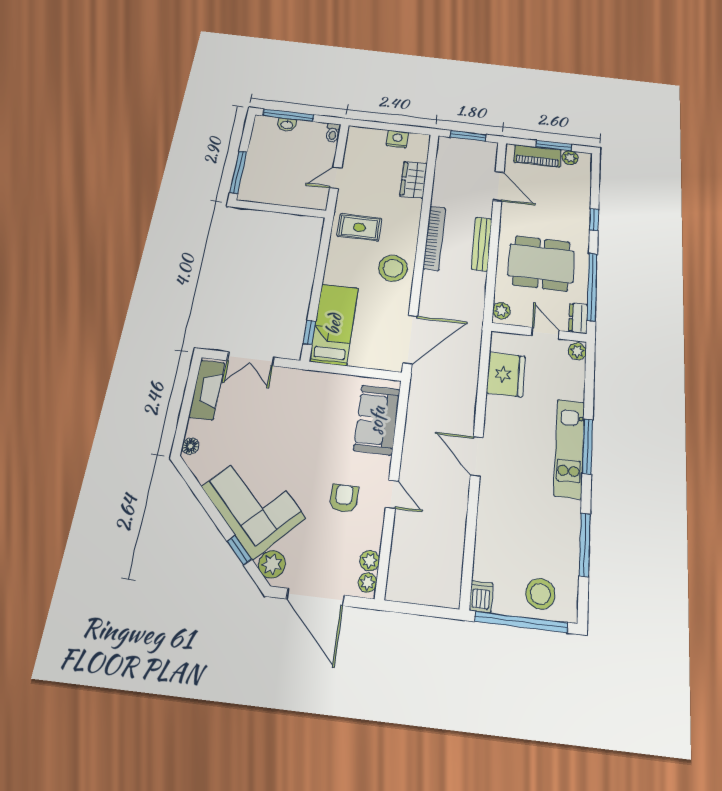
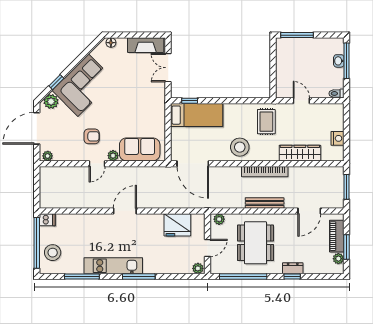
wardrobe: (414, 180) -> (300, 153), width x1.50
dresser: (578, 318) -> (293, 268), moved
kitchen unit: (569, 448) -> (113, 266), moved
plant: (370, 561) -> (113, 156), moved

